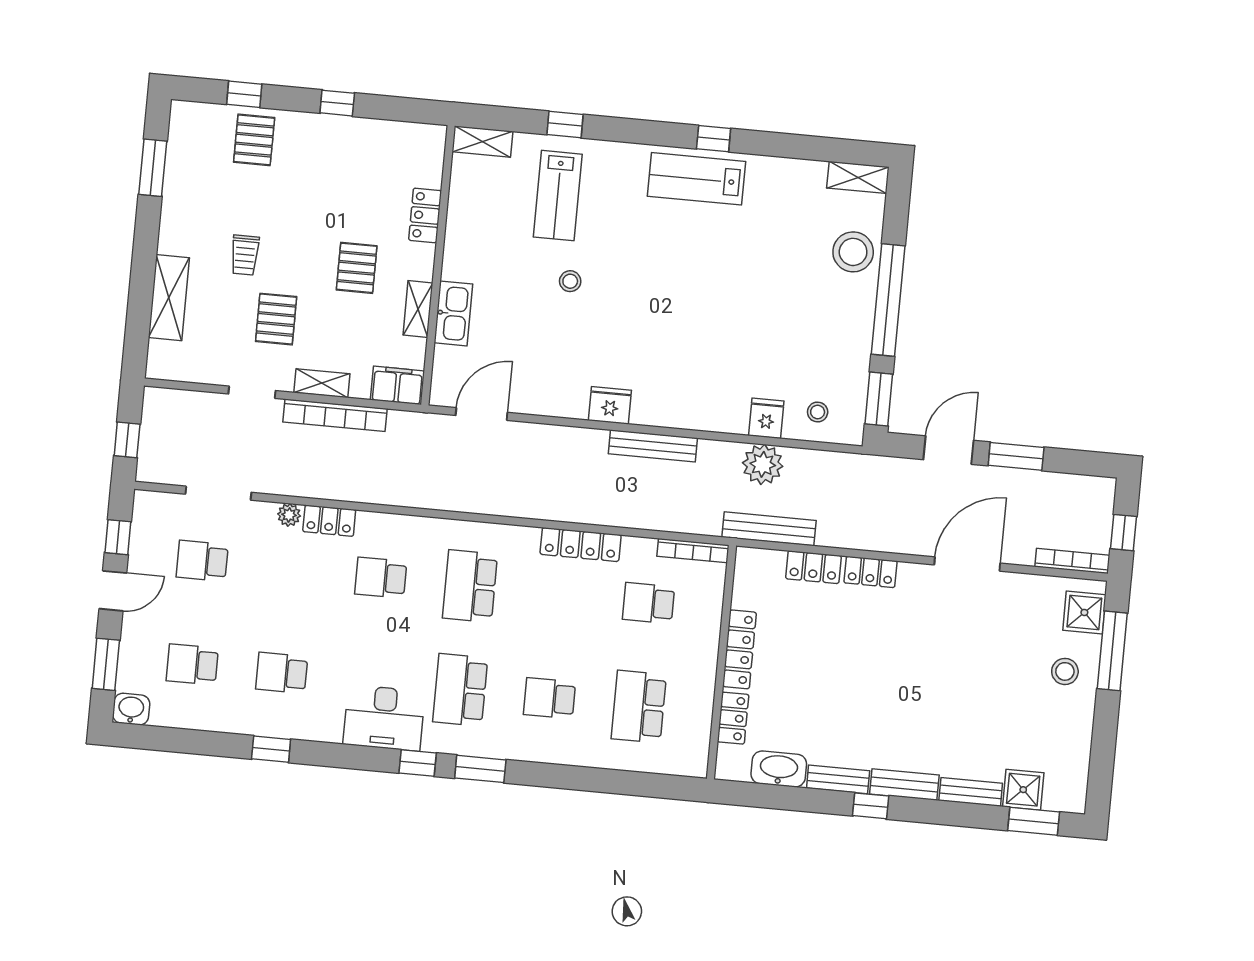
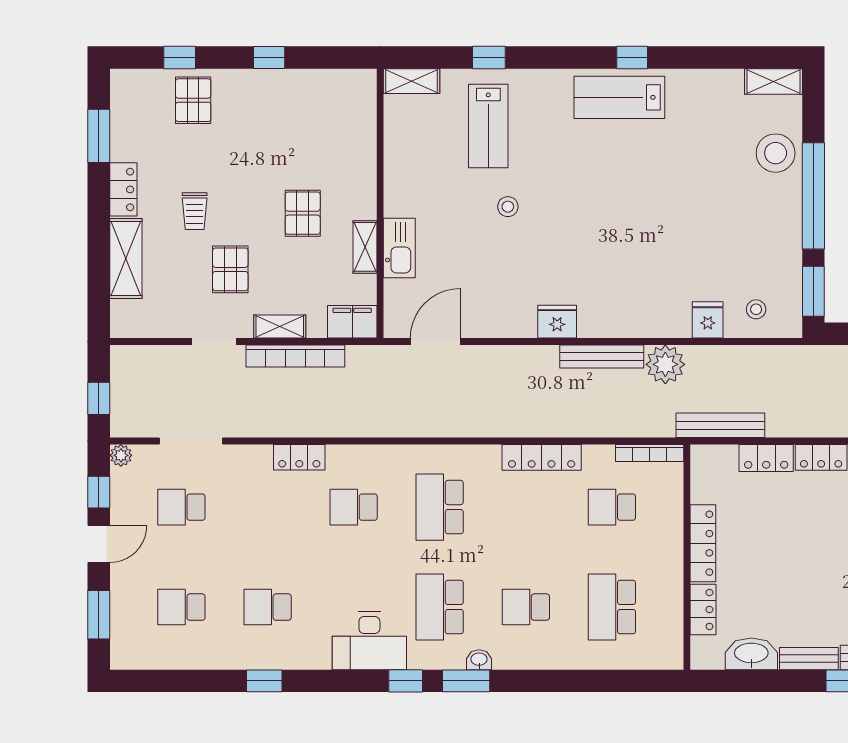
locker: (425, 215) -> (123, 189), moved, turned 180
plant: (763, 464) -> (665, 364), moved
plant: (289, 515) -> (121, 455), moved
washbasin: (131, 709) -> (479, 660), moved, width x0.72, depth x0.69

